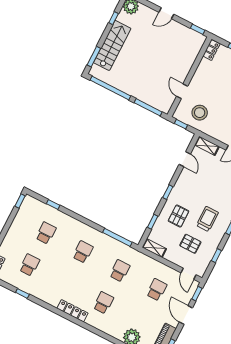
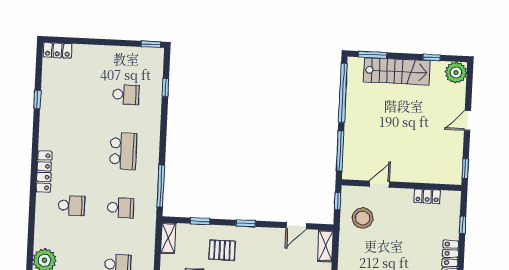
door: (166, 13) -> (467, 120), hinge flipped
locker: (211, 50) -> (427, 196), moved
school desk: (83, 252) -> (123, 151), width x1.85
school desk: (30, 265) -> (77, 92), removed

